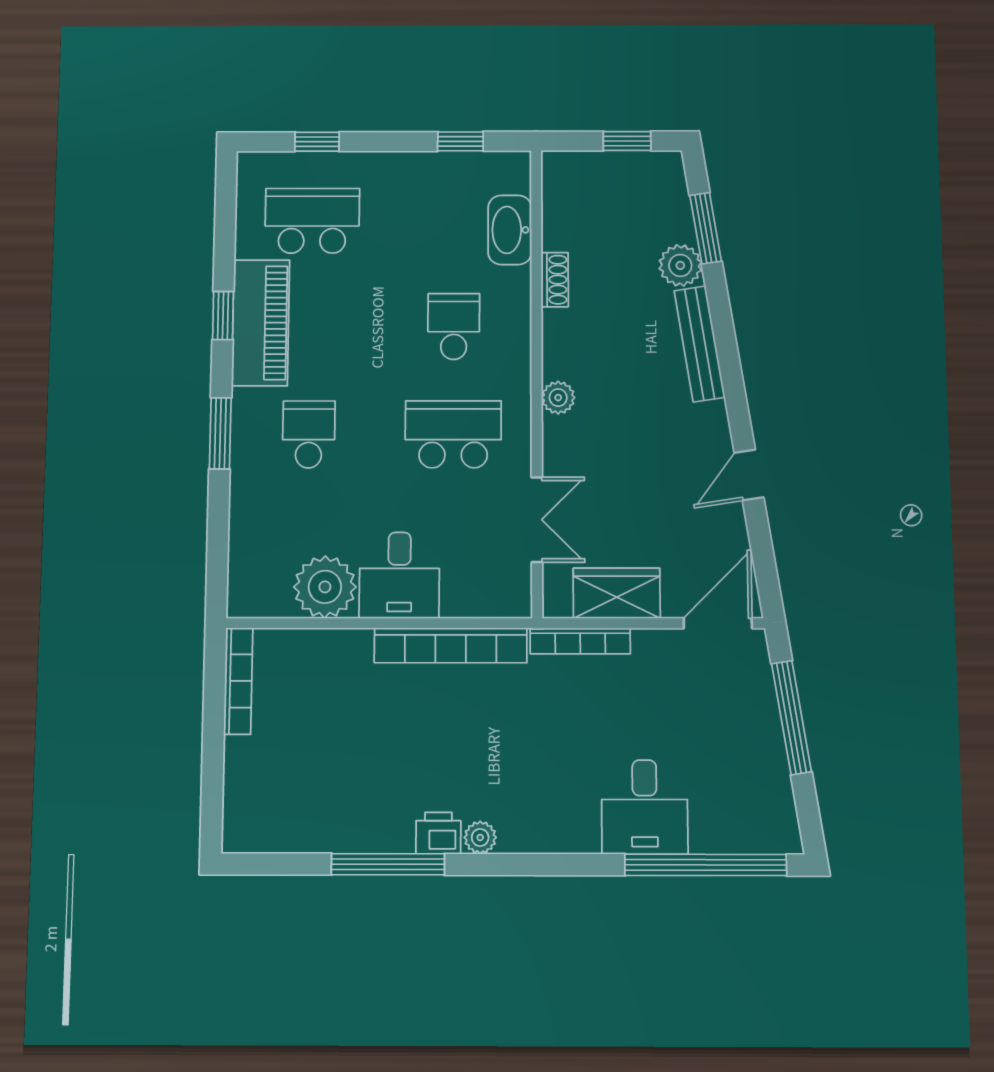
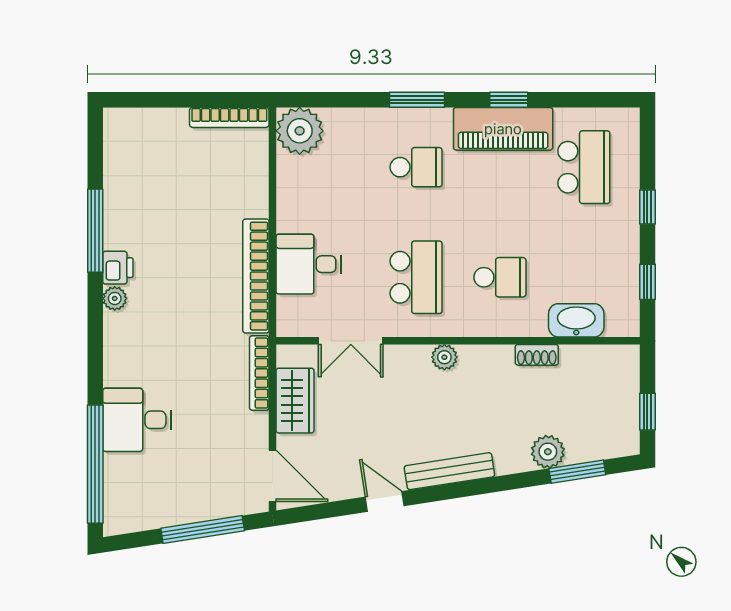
window: (317, 142) -> (647, 207), moved
bench: (700, 344) -> (449, 471), moved
desk: (399, 575) -> (309, 264), moved
plant: (325, 587) -> (300, 131), moved

